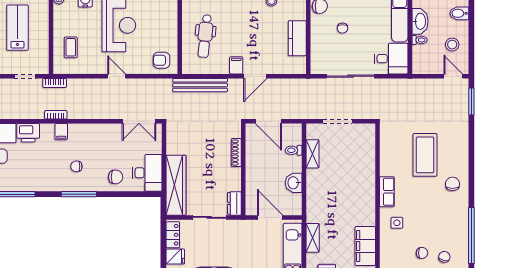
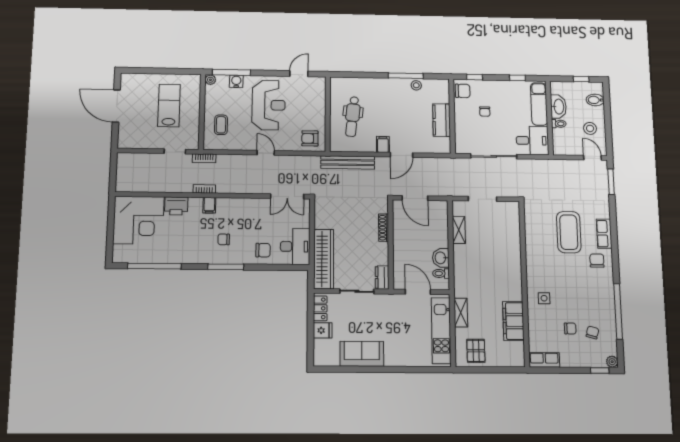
toilet: (294, 150) -> (441, 273), moved
row of seats: (387, 192) -> (604, 234), moved, turned 180

